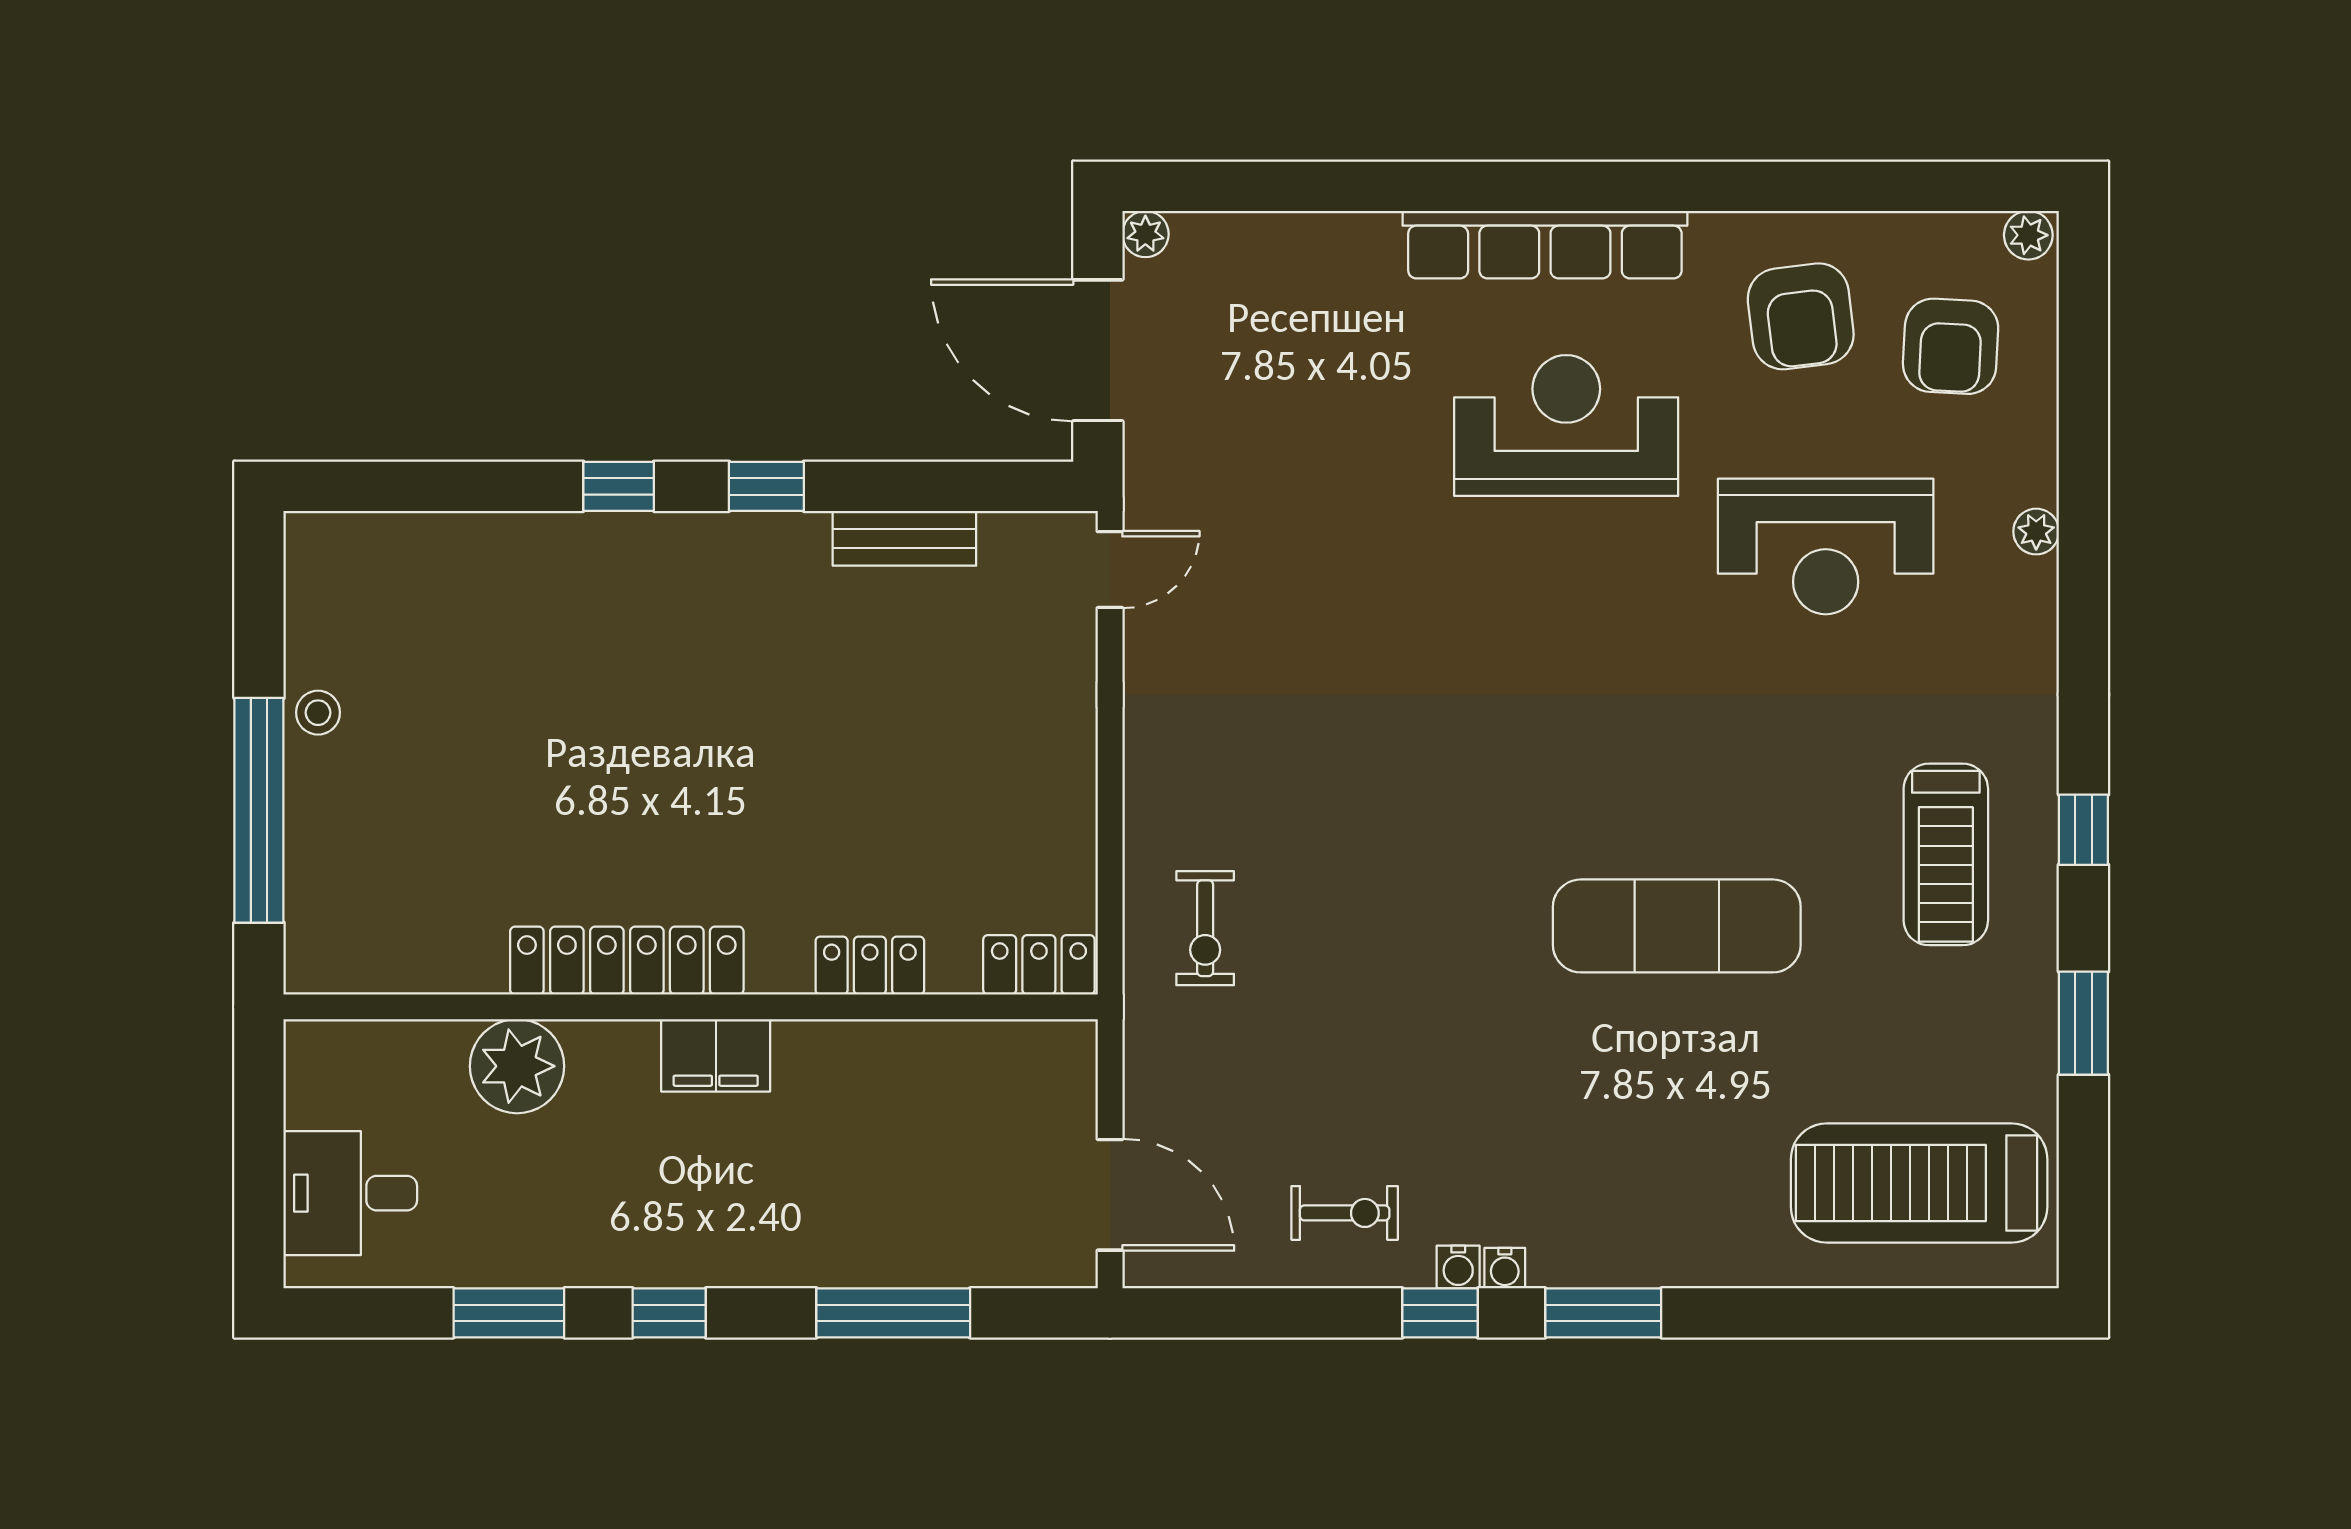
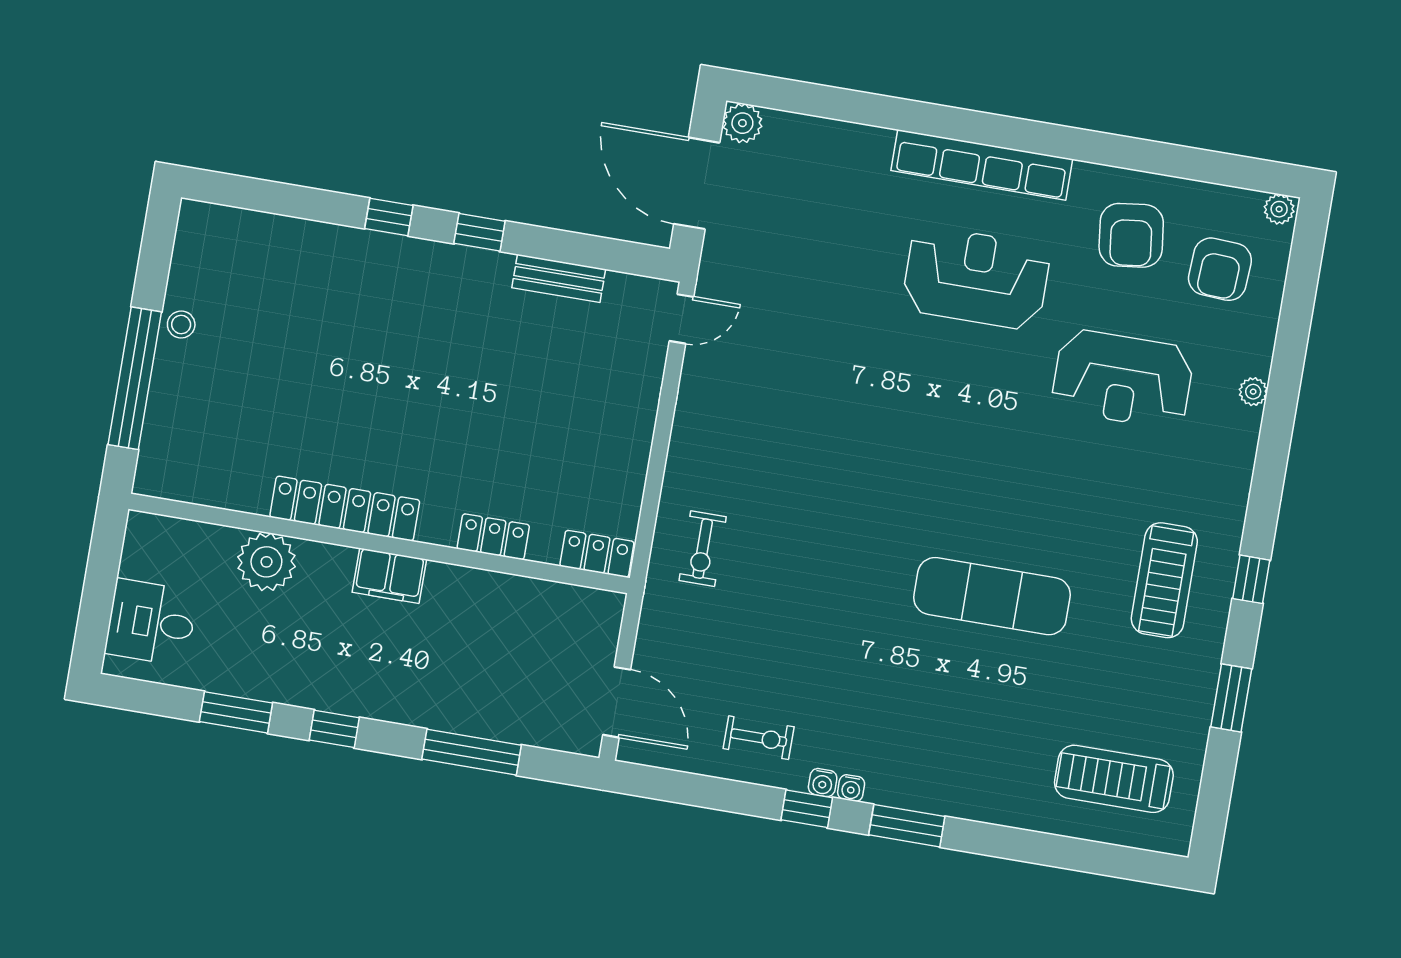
plant: (1145, 234) -> (742, 123), width x1.38, depth x1.38
treadmill: (1919, 1183) -> (1114, 779), width x0.73, depth x0.73

